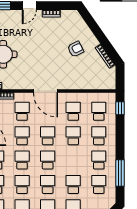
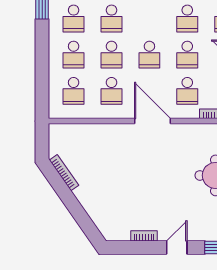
armchair: (76, 49) -> (108, 183), removed
window: (120, 108) -> (42, 96), removed
school desk: (48, 160) -> (111, 18), moved

